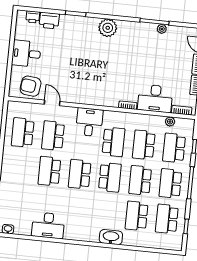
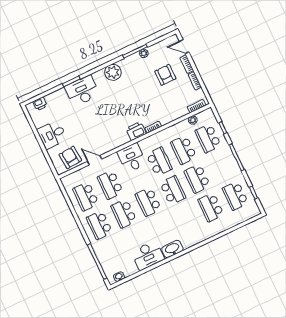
printer: (49, 21) -> (136, 131), moved, turned 180
plant: (108, 28) -> (113, 72), moved
armchair: (170, 62) -> (165, 75), added
armchair: (31, 86) -> (70, 157), turned 78
desk: (155, 98) -> (82, 91), moved, turned 180
school desk: (170, 183) -> (99, 225), moved
washbasin: (111, 237) -> (172, 249), moved

